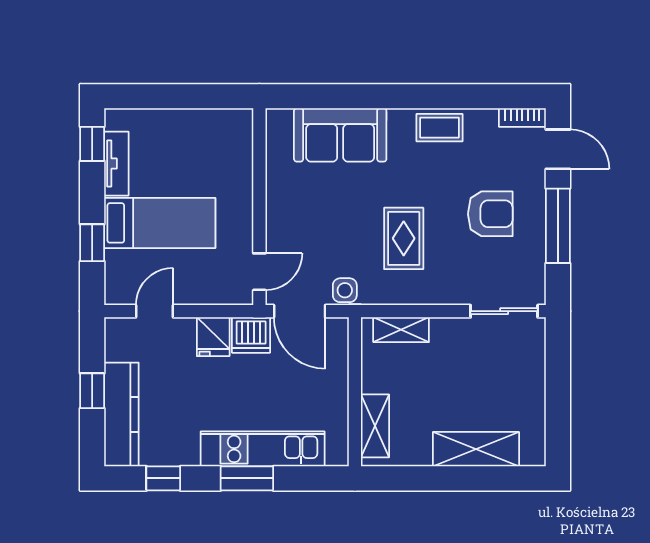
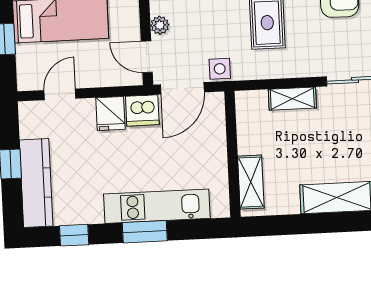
plant: (277, 235) -> (160, 25), added
door: (259, 272) -> (147, 57), swing flipped
door: (300, 311) -> (182, 88), hinge flipped
shelving: (401, 330) -> (292, 99), moved

